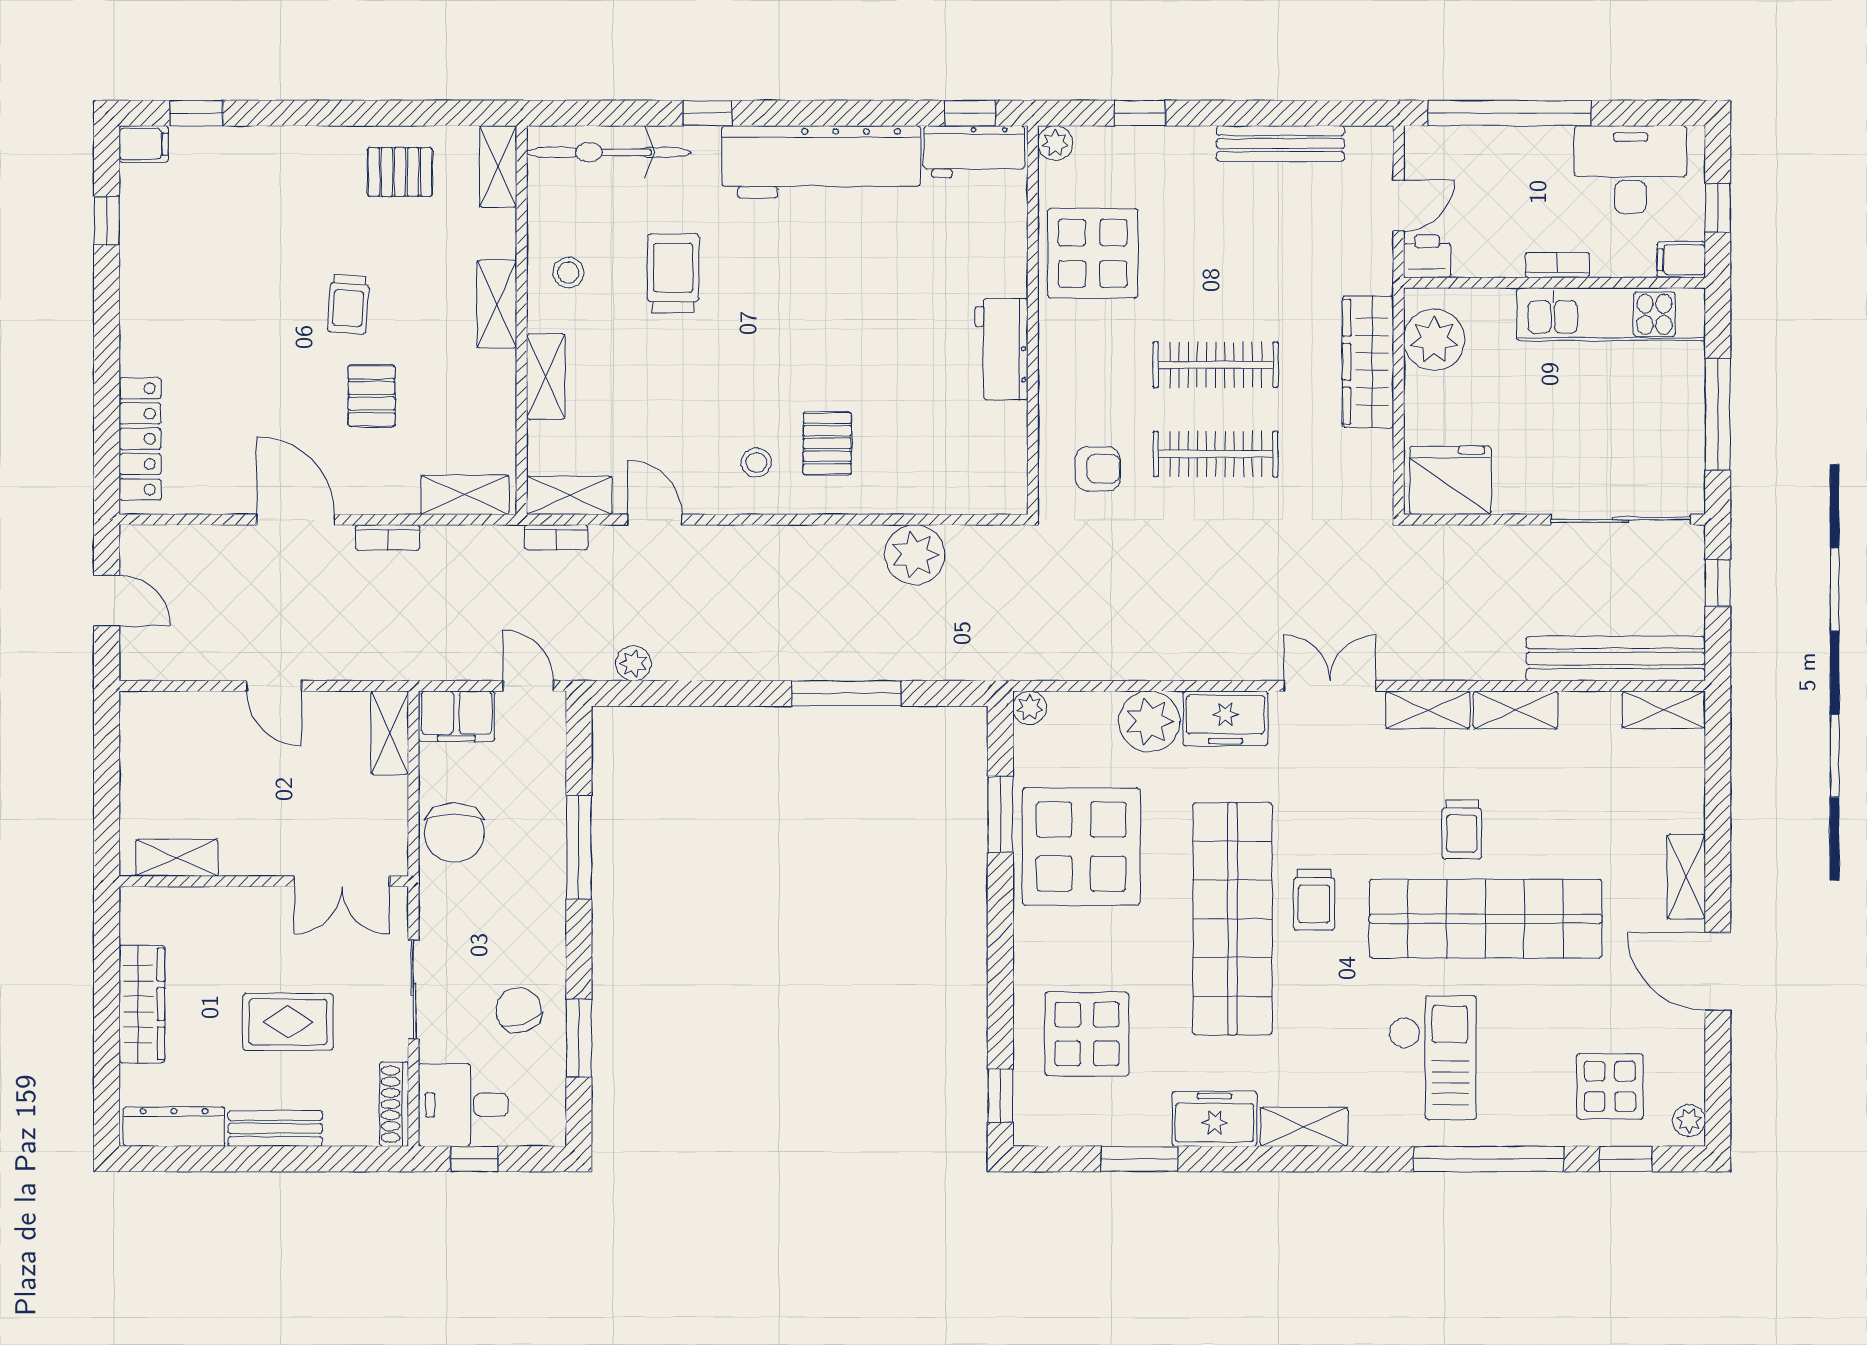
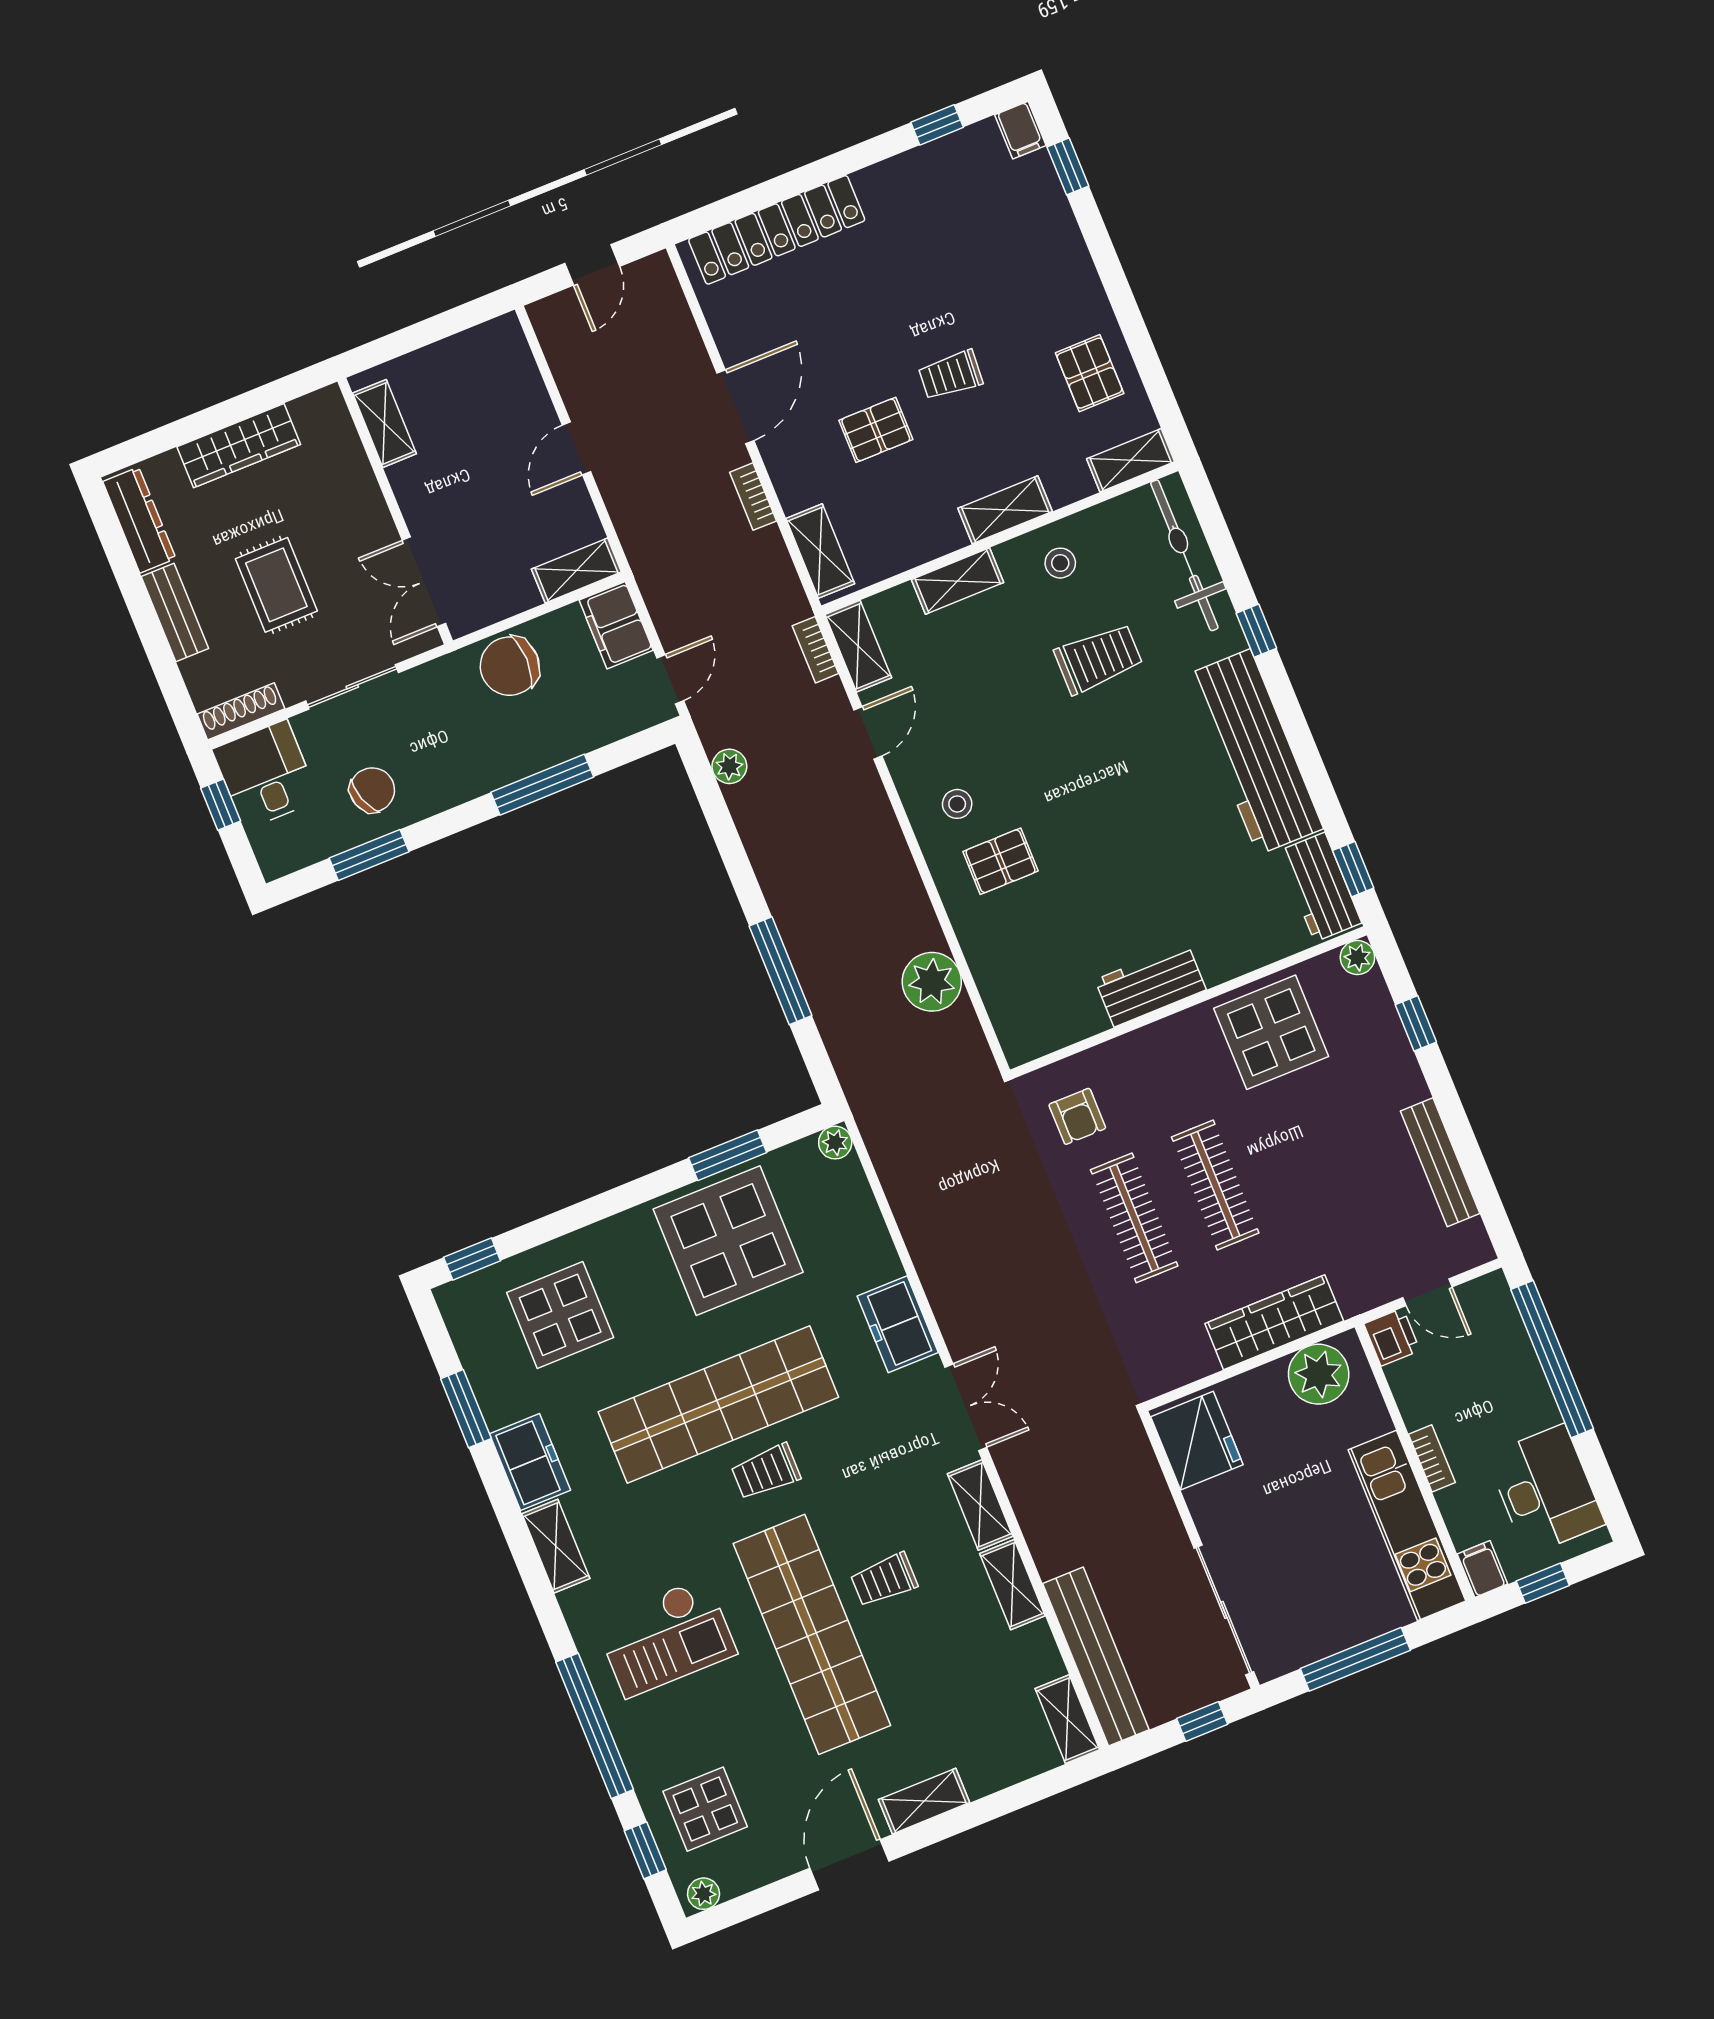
locker: (140, 439) -> (777, 230), width x1.41, depth x1.21
plant: (1149, 721) -> (867, 1256), removed

